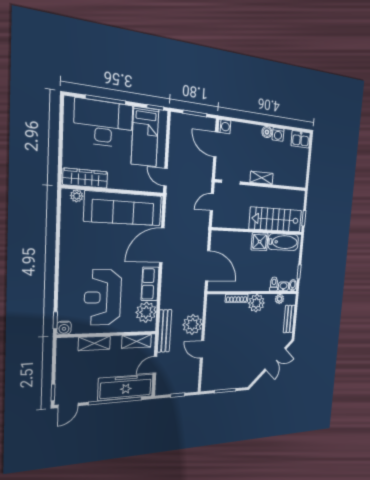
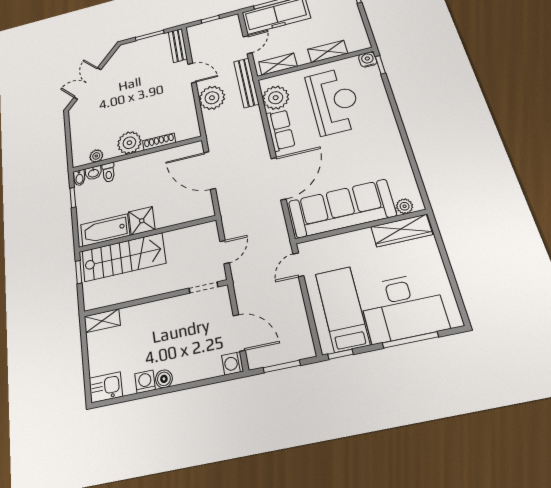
door: (165, 177) -> (298, 265), swing flipped
shelving: (262, 178) -> (102, 321), moved
bench: (289, 319) -> (178, 45), moved

